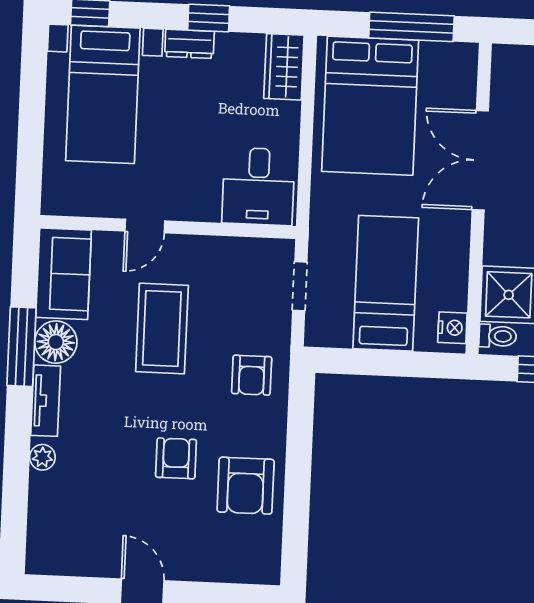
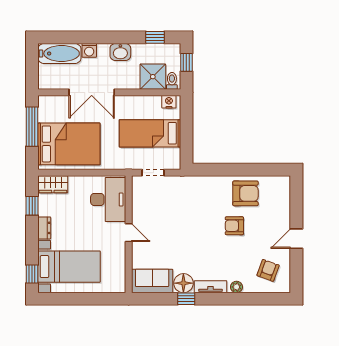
window: (209, 18) -> (32, 206), moved
desk: (258, 186) -> (108, 199), width x1.37
door: (145, 226) -> (129, 233), moved
coffee table: (162, 328) -> (175, 235), removed
window: (21, 347) -> (186, 299), width x0.46
armchair: (252, 375) -> (268, 270), moved, turned -70

